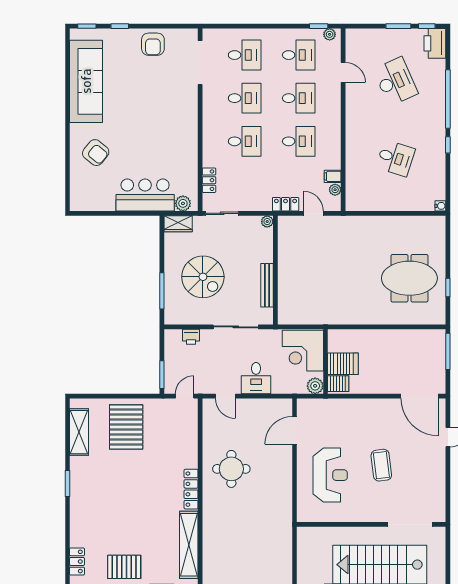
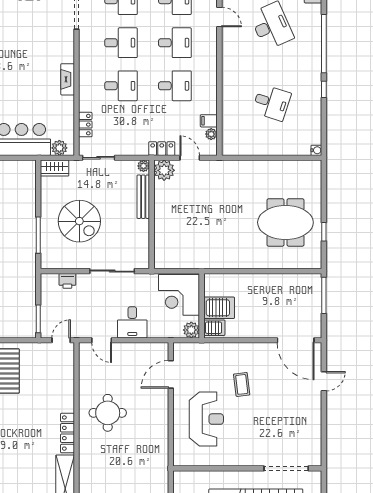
fireplace: (191, 135) -> (68, 79), added
plant: (288, 226) -> (164, 170), added
bench: (267, 285) -> (143, 197), moved
coffee table: (381, 465) -> (242, 384), moved, width x0.73, depth x0.77

